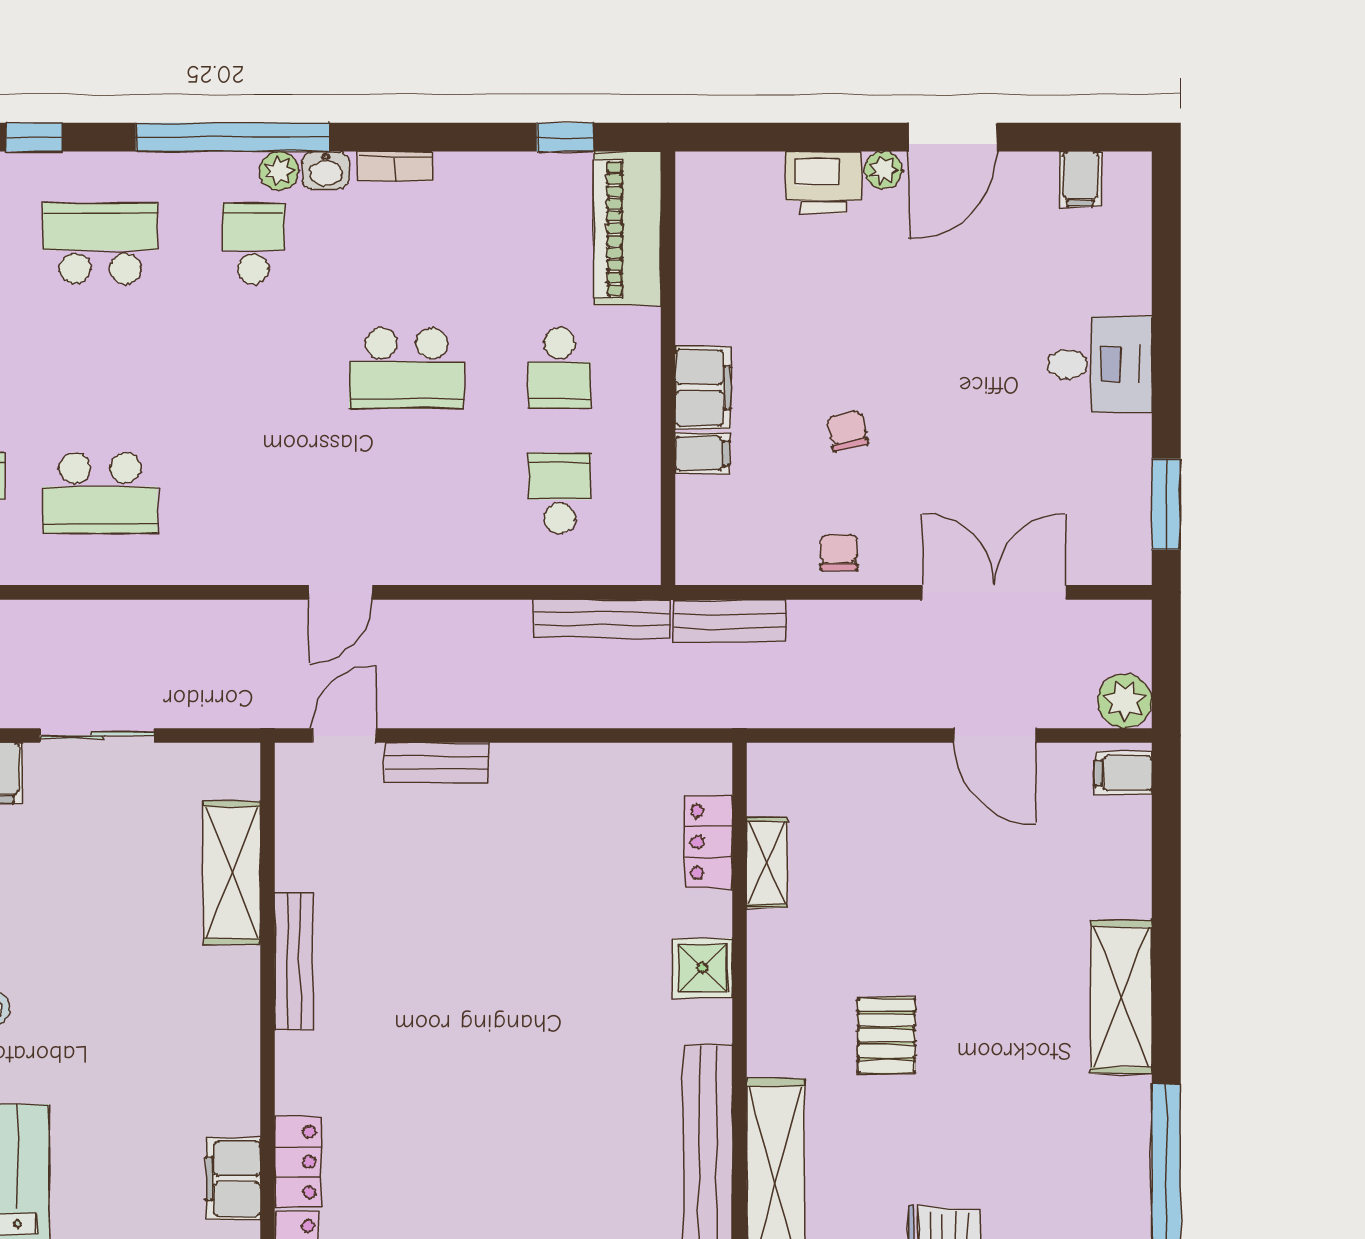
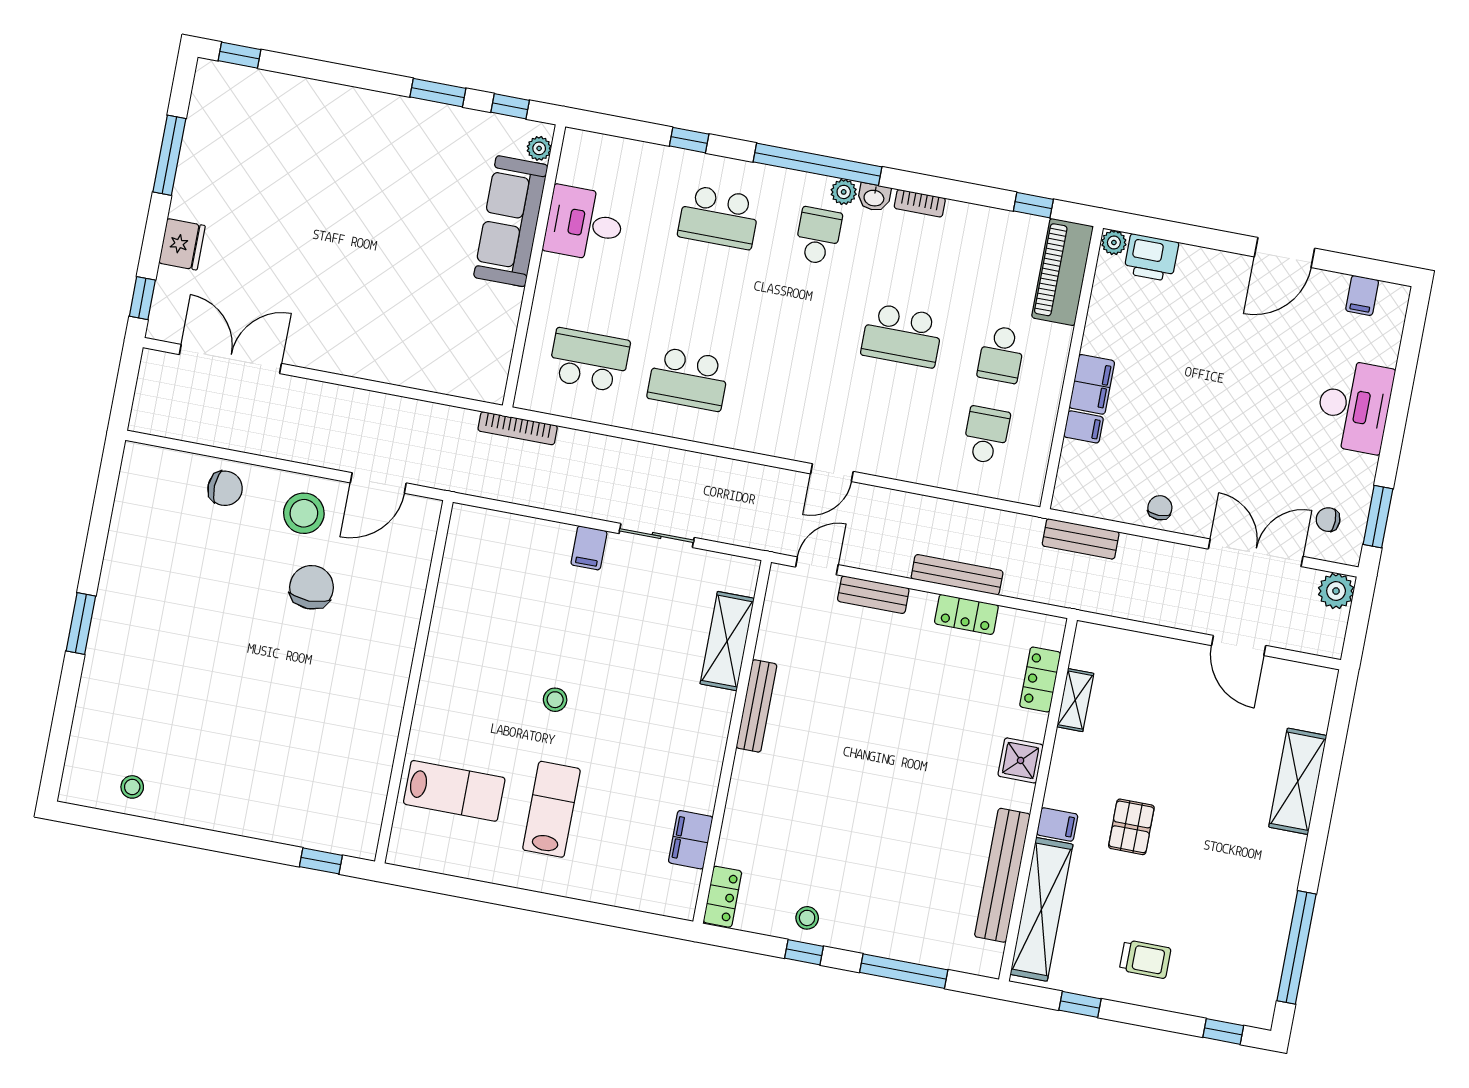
plant: (883, 170) -> (1114, 243), moved
printer: (824, 182) -> (1151, 258), moved
school desk: (100, 244) -> (719, 217), turned 180
desk: (1100, 364) -> (1354, 406), width x1.37
chair: (847, 431) -> (1328, 520), moved, turned -78
bench: (602, 619) -> (957, 575), moved
plant: (1125, 701) -> (1336, 591), moved
filing cabinet: (1124, 773) -> (1057, 824), moved, turned 180
shelving: (1121, 997) -> (1298, 781), moved
locker: (298, 1162) -> (966, 614), moved, turned 90

